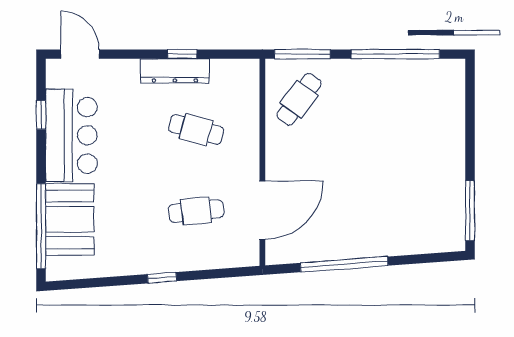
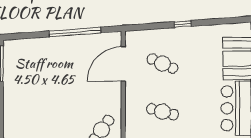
cafe table: (196, 211) -> (162, 64), turned 30

